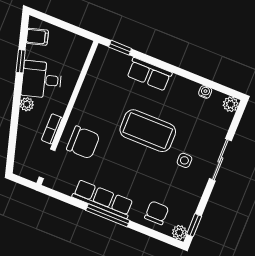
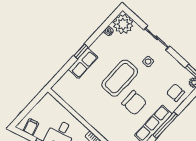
window: (120, 48) -> (81, 51), moved
plant: (231, 104) -> (123, 24), width x1.87, depth x1.87
chair: (83, 142) -> (134, 103), moved, turned 90

